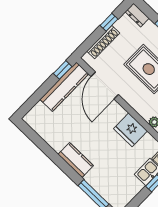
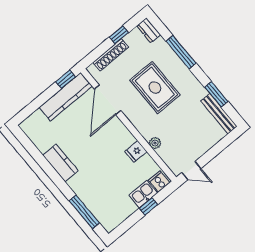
fridge: (130, 130) -> (136, 152), width x0.53, depth x0.75
kitchen counter: (76, 160) -> (60, 163), moved

